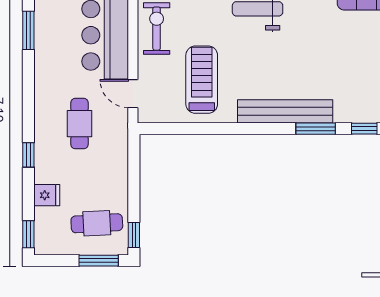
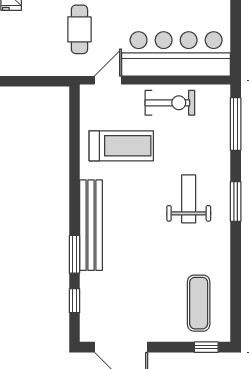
cafe table: (79, 124) -> (79, 29), turned 90

